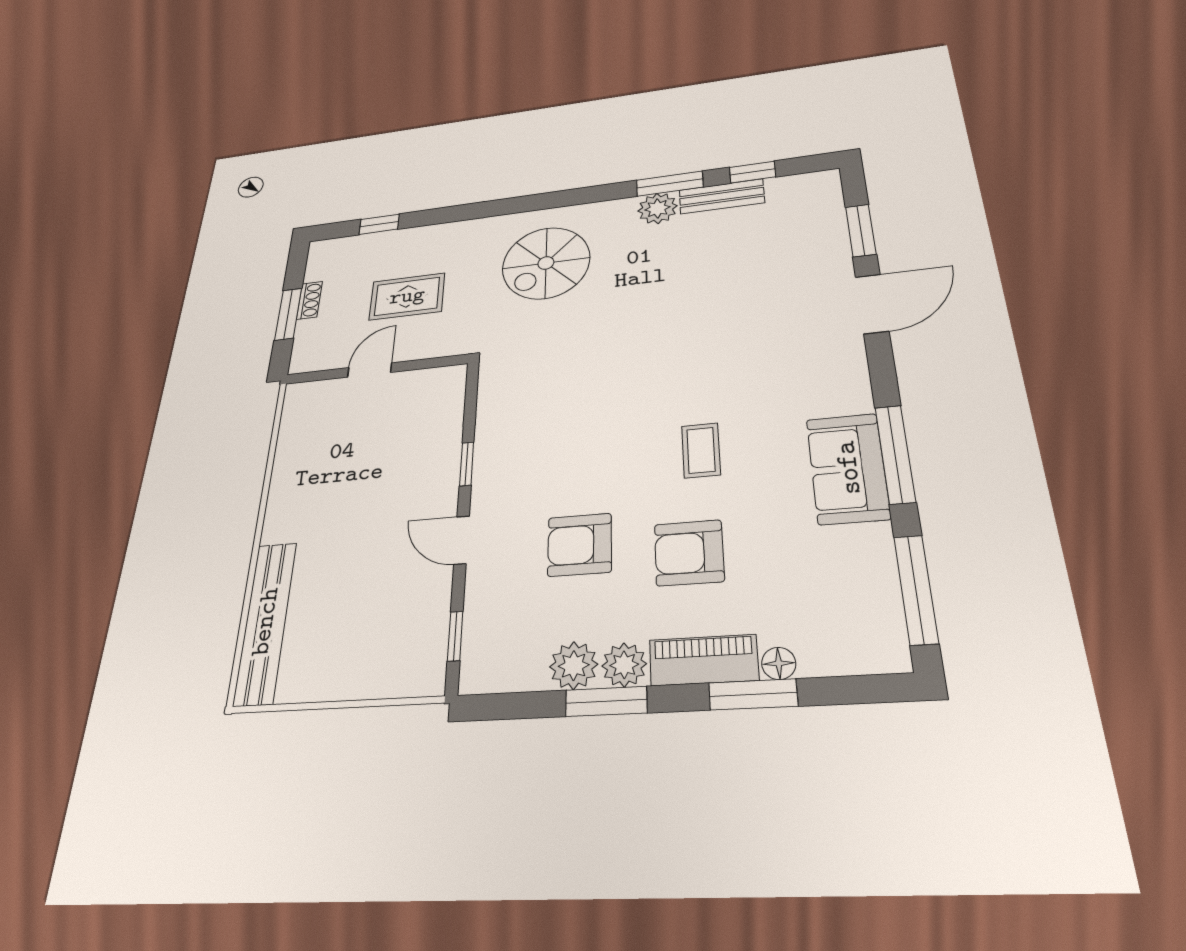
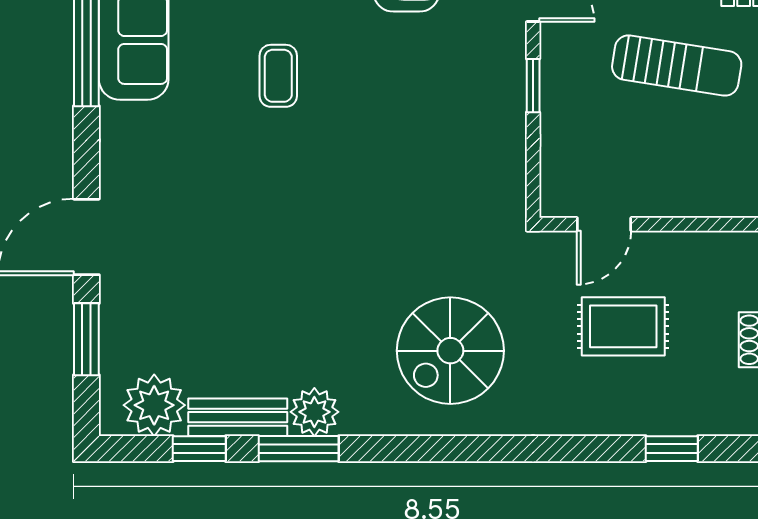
plant: (794, 194) -> (154, 405), added
spiral stairs: (546, 263) -> (450, 351), turned 180
door: (370, 370) -> (604, 224), moved
sun lounger: (341, 491) -> (677, 66), added

